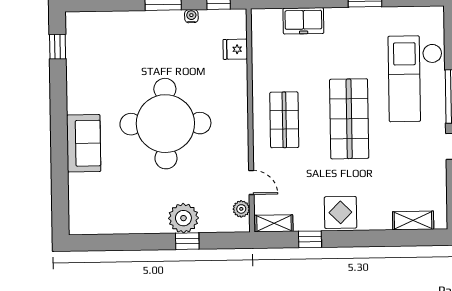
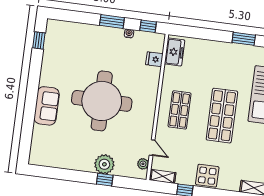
freezer: (303, 21) -> (175, 52), moved, turned -90

